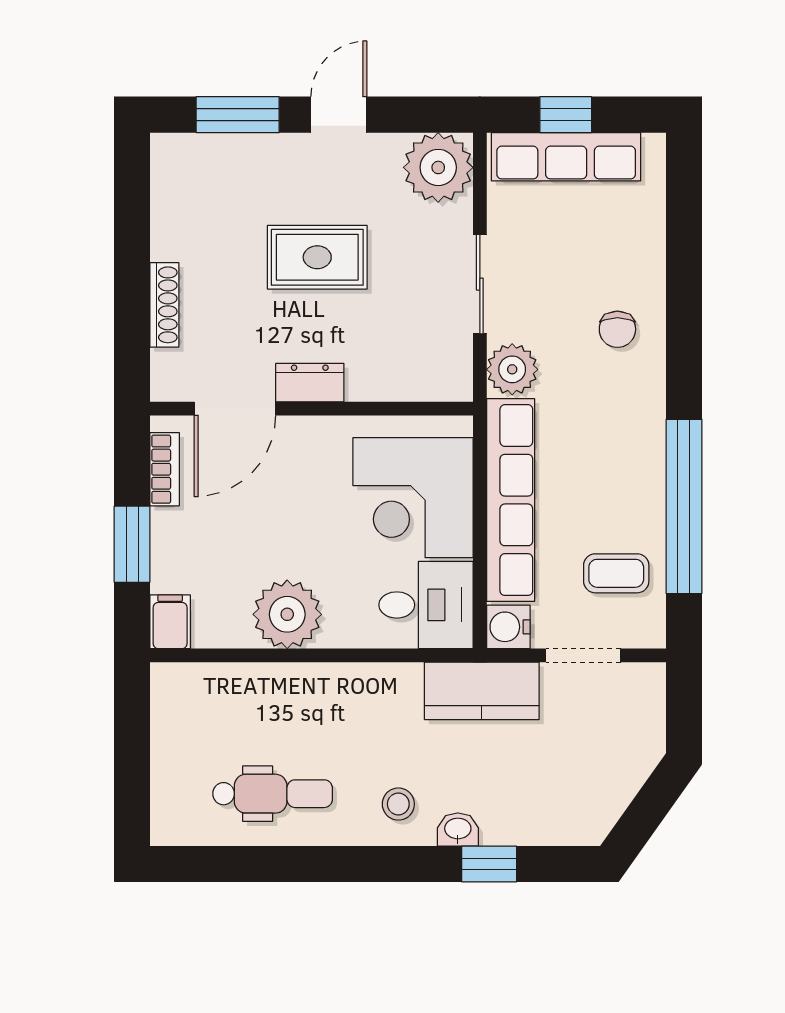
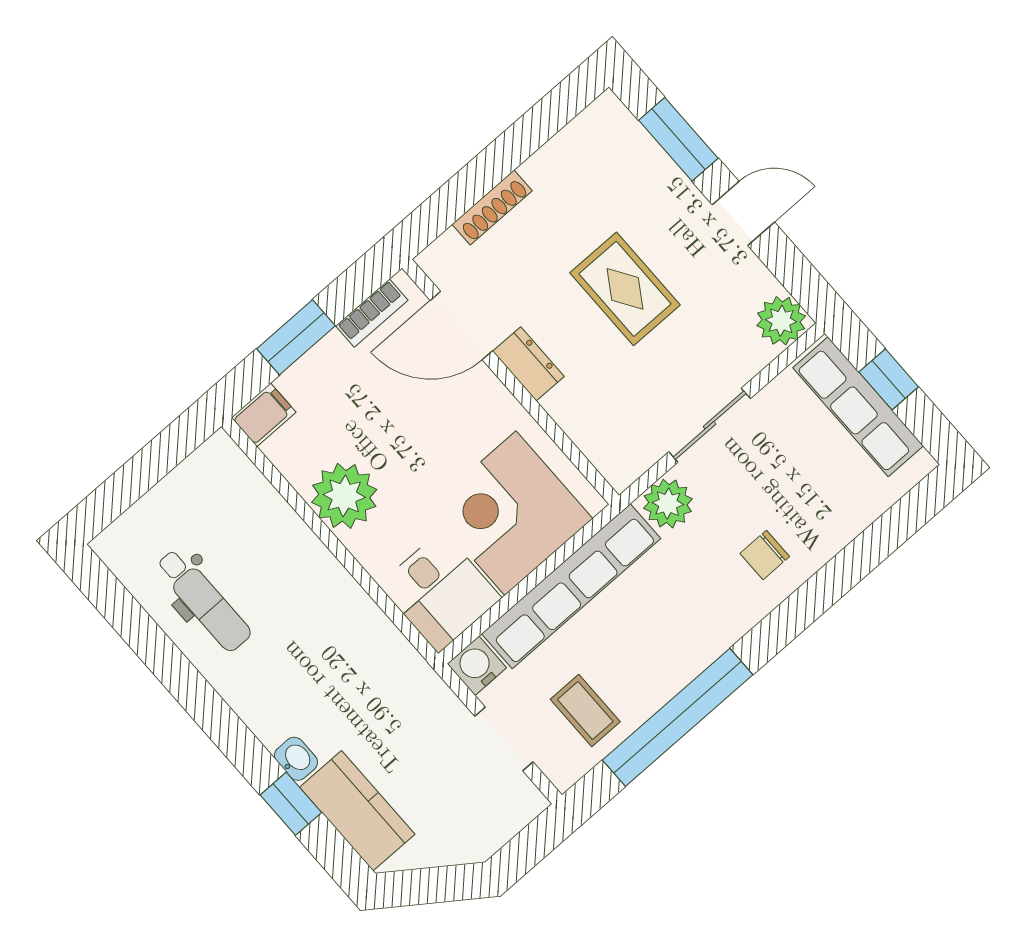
plant: (438, 167) -> (781, 321), width x0.73, depth x0.73
kitchen counter: (482, 691) -> (357, 811), moved, turned 180
stool: (398, 804) -> (277, 699), removed

